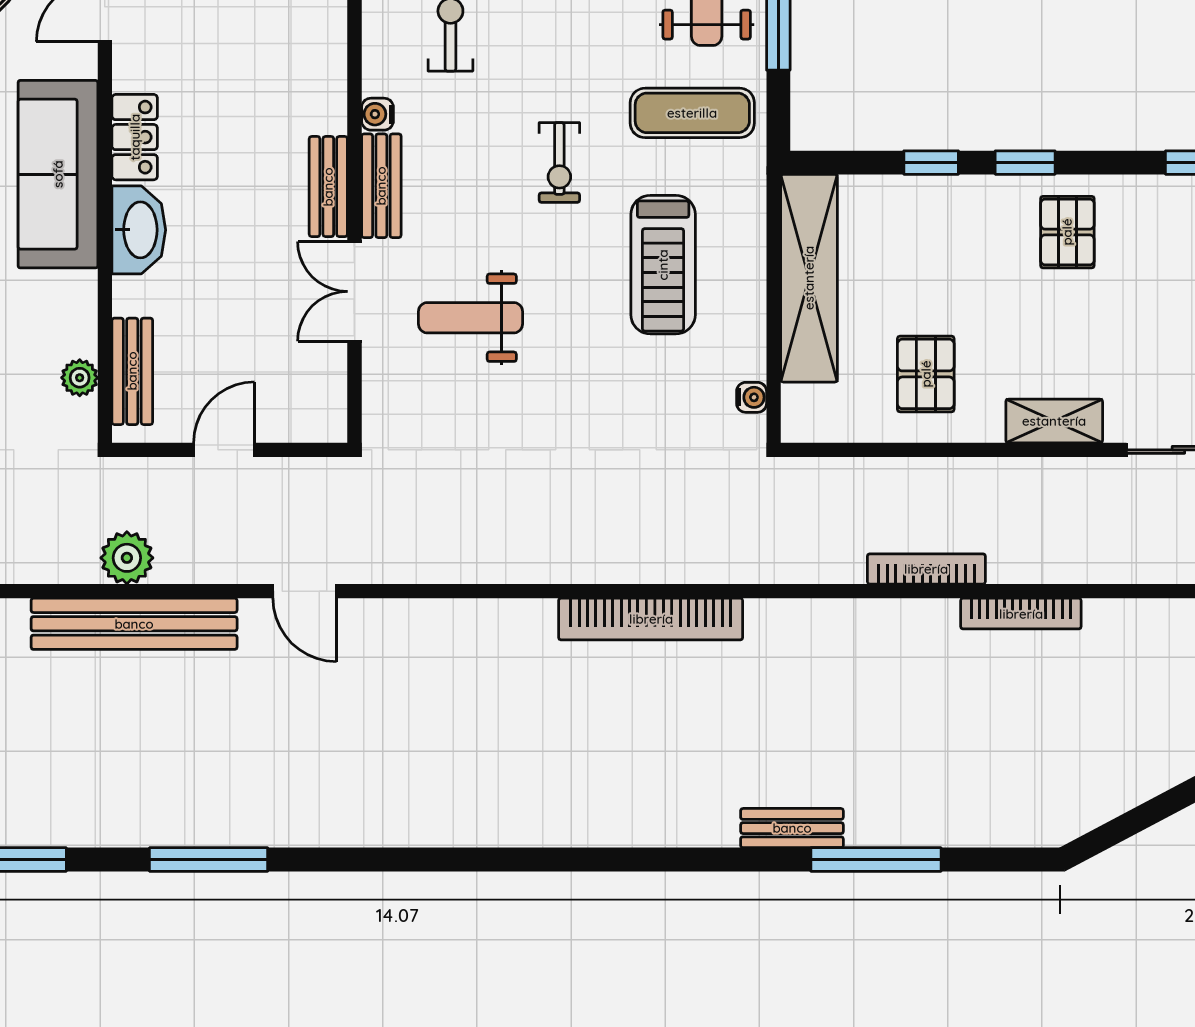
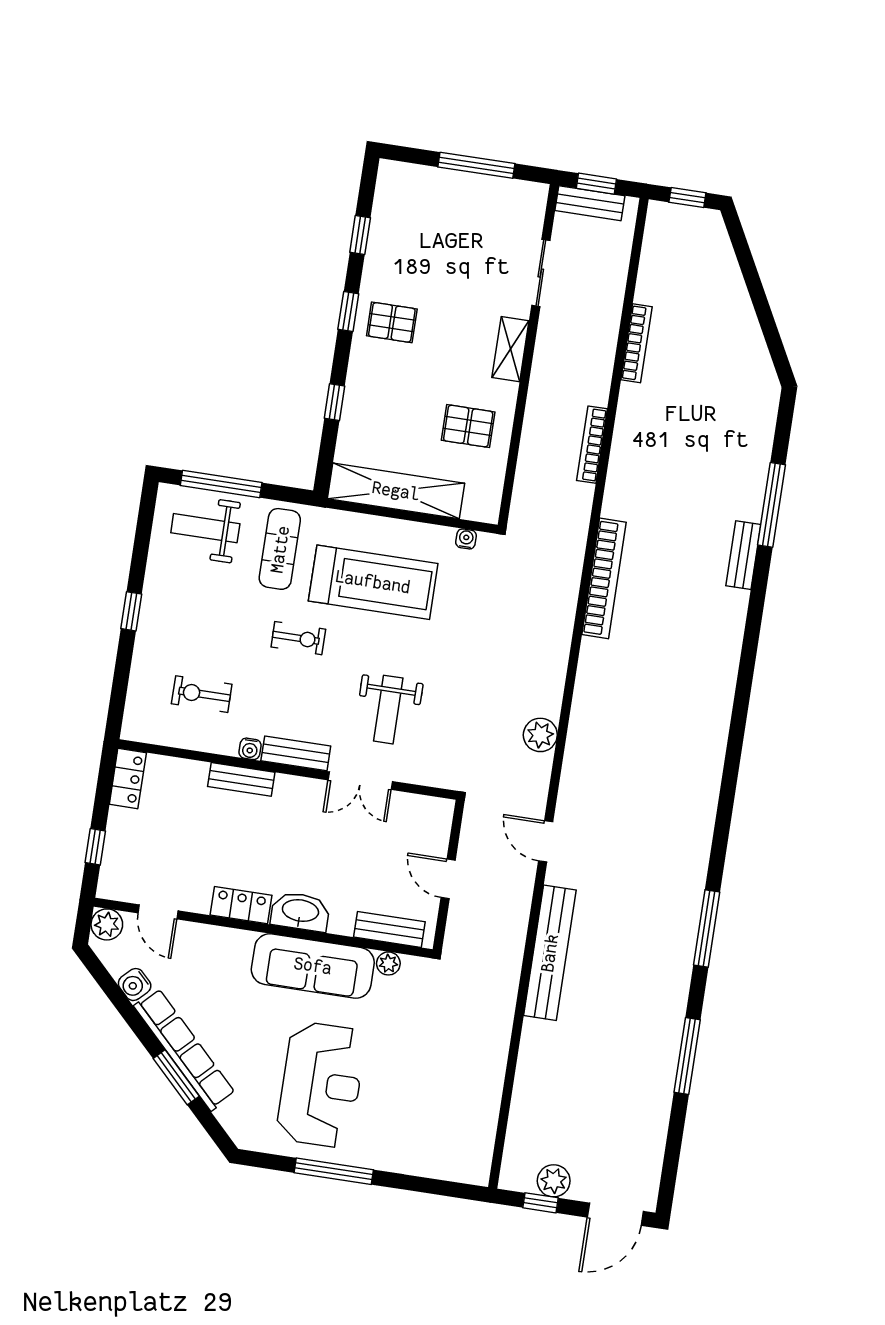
window: (1025, 163) -> (348, 312), moved
sofa: (58, 174) -> (313, 966), moved
bench: (328, 187) -> (241, 779), moved
treadmill: (663, 265) -> (373, 582), width x1.37, depth x1.38
plant: (127, 558) -> (540, 735), moved
door: (305, 591) -> (546, 841), swing flipped
bookcase: (1021, 614) -> (636, 343), moved
bookcase: (651, 619) -> (604, 578), moved

